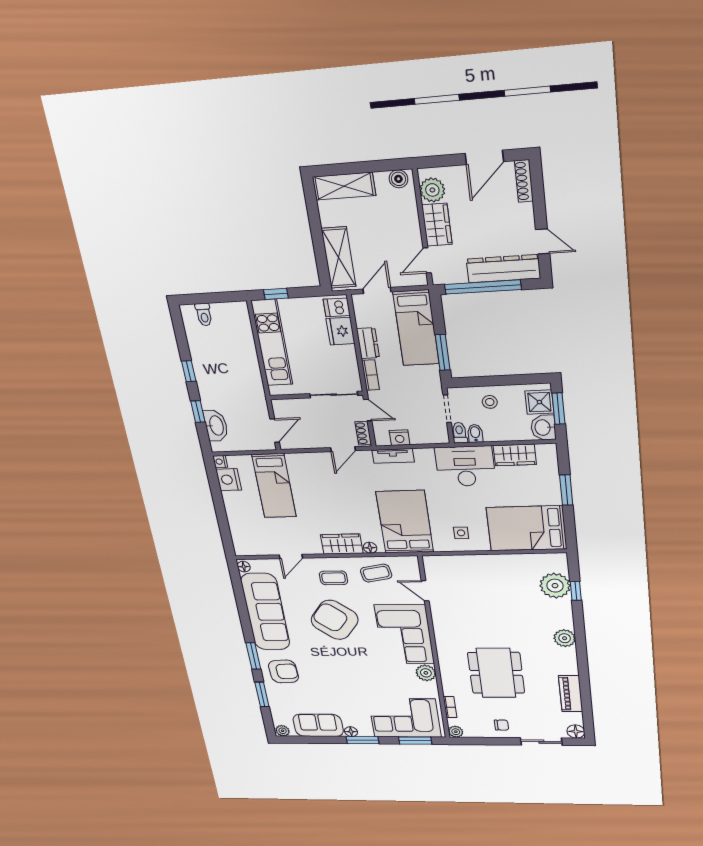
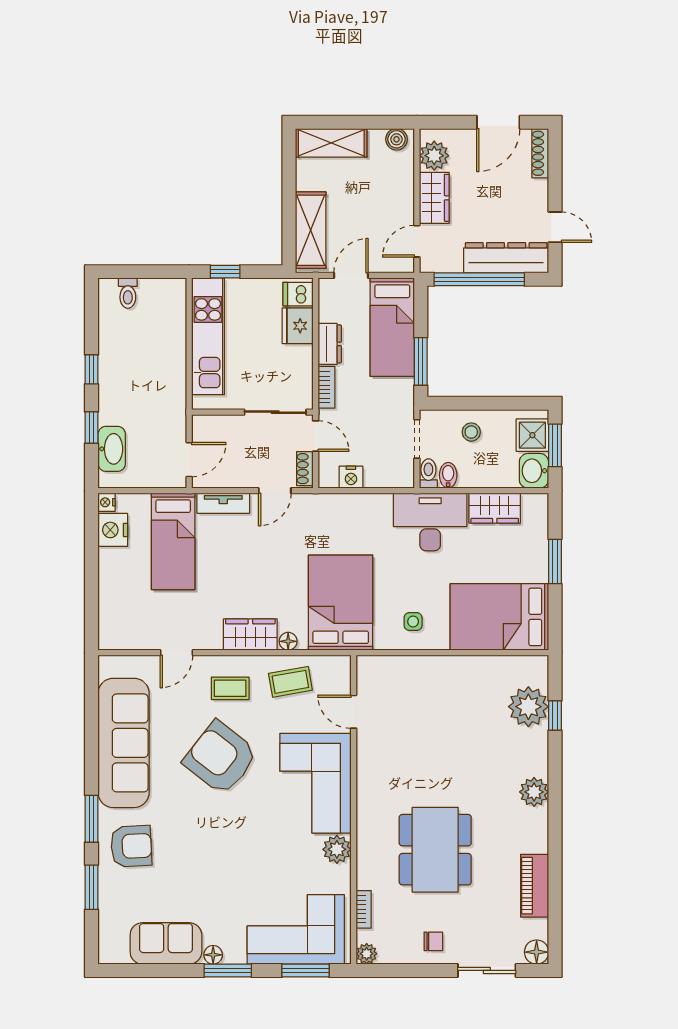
tv unit: (393, 456) -> (223, 503), moved
floor lamp: (244, 567) -> (107, 667), removed
plant: (283, 731) -> (110, 954), removed

